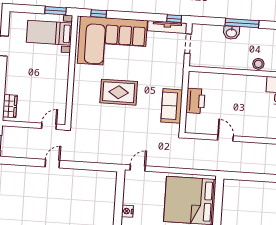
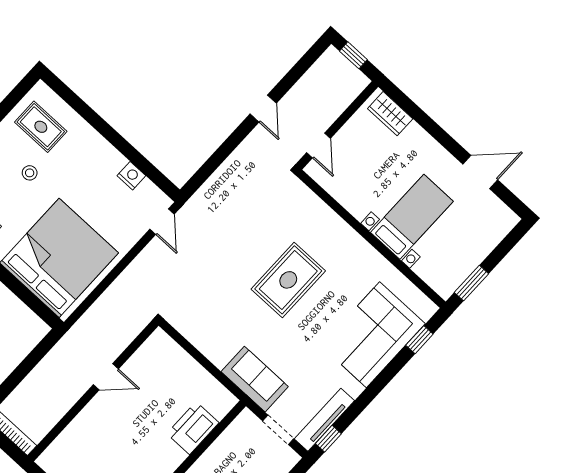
bed with nightstands: (49, 33) -> (412, 217), moved
corner sofa: (112, 42) -> (373, 335), width x0.73, depth x0.74
printer: (195, 101) -> (193, 428), moved, turned 90
sofa: (172, 106) -> (255, 379), moved
nightstand: (127, 211) -> (131, 176), moved

